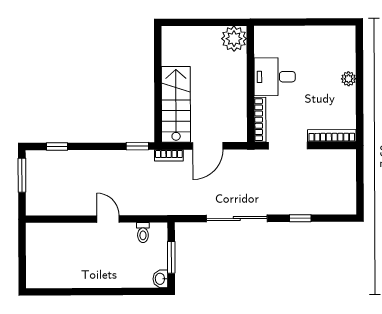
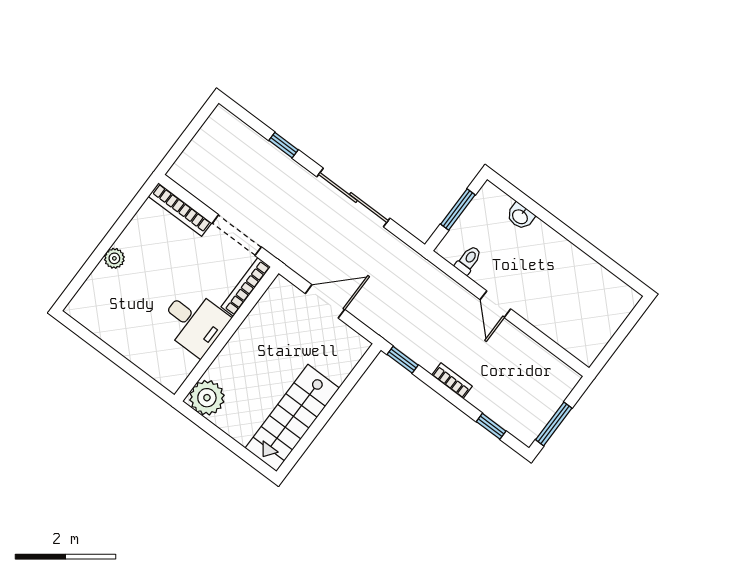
stairs: (176, 104) -> (292, 418), moved
bookcase: (169, 155) -> (452, 381), moved
washbasin: (160, 279) -> (520, 216), moved, turned 90

